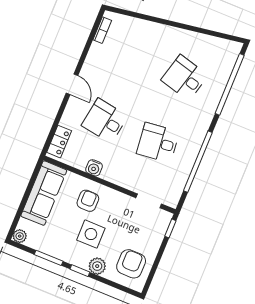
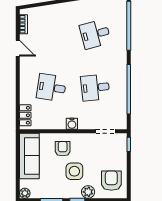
desk: (185, 78) -> (95, 34), turned -30
door: (72, 84) -> (18, 48), moved
water cooler: (94, 168) -> (72, 124), moved

